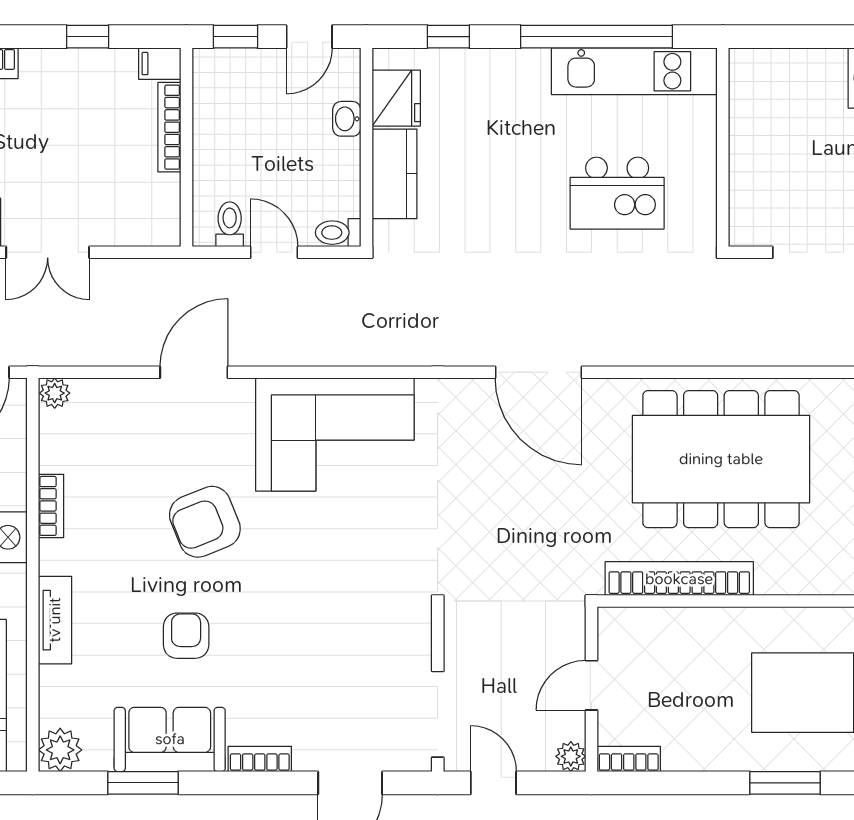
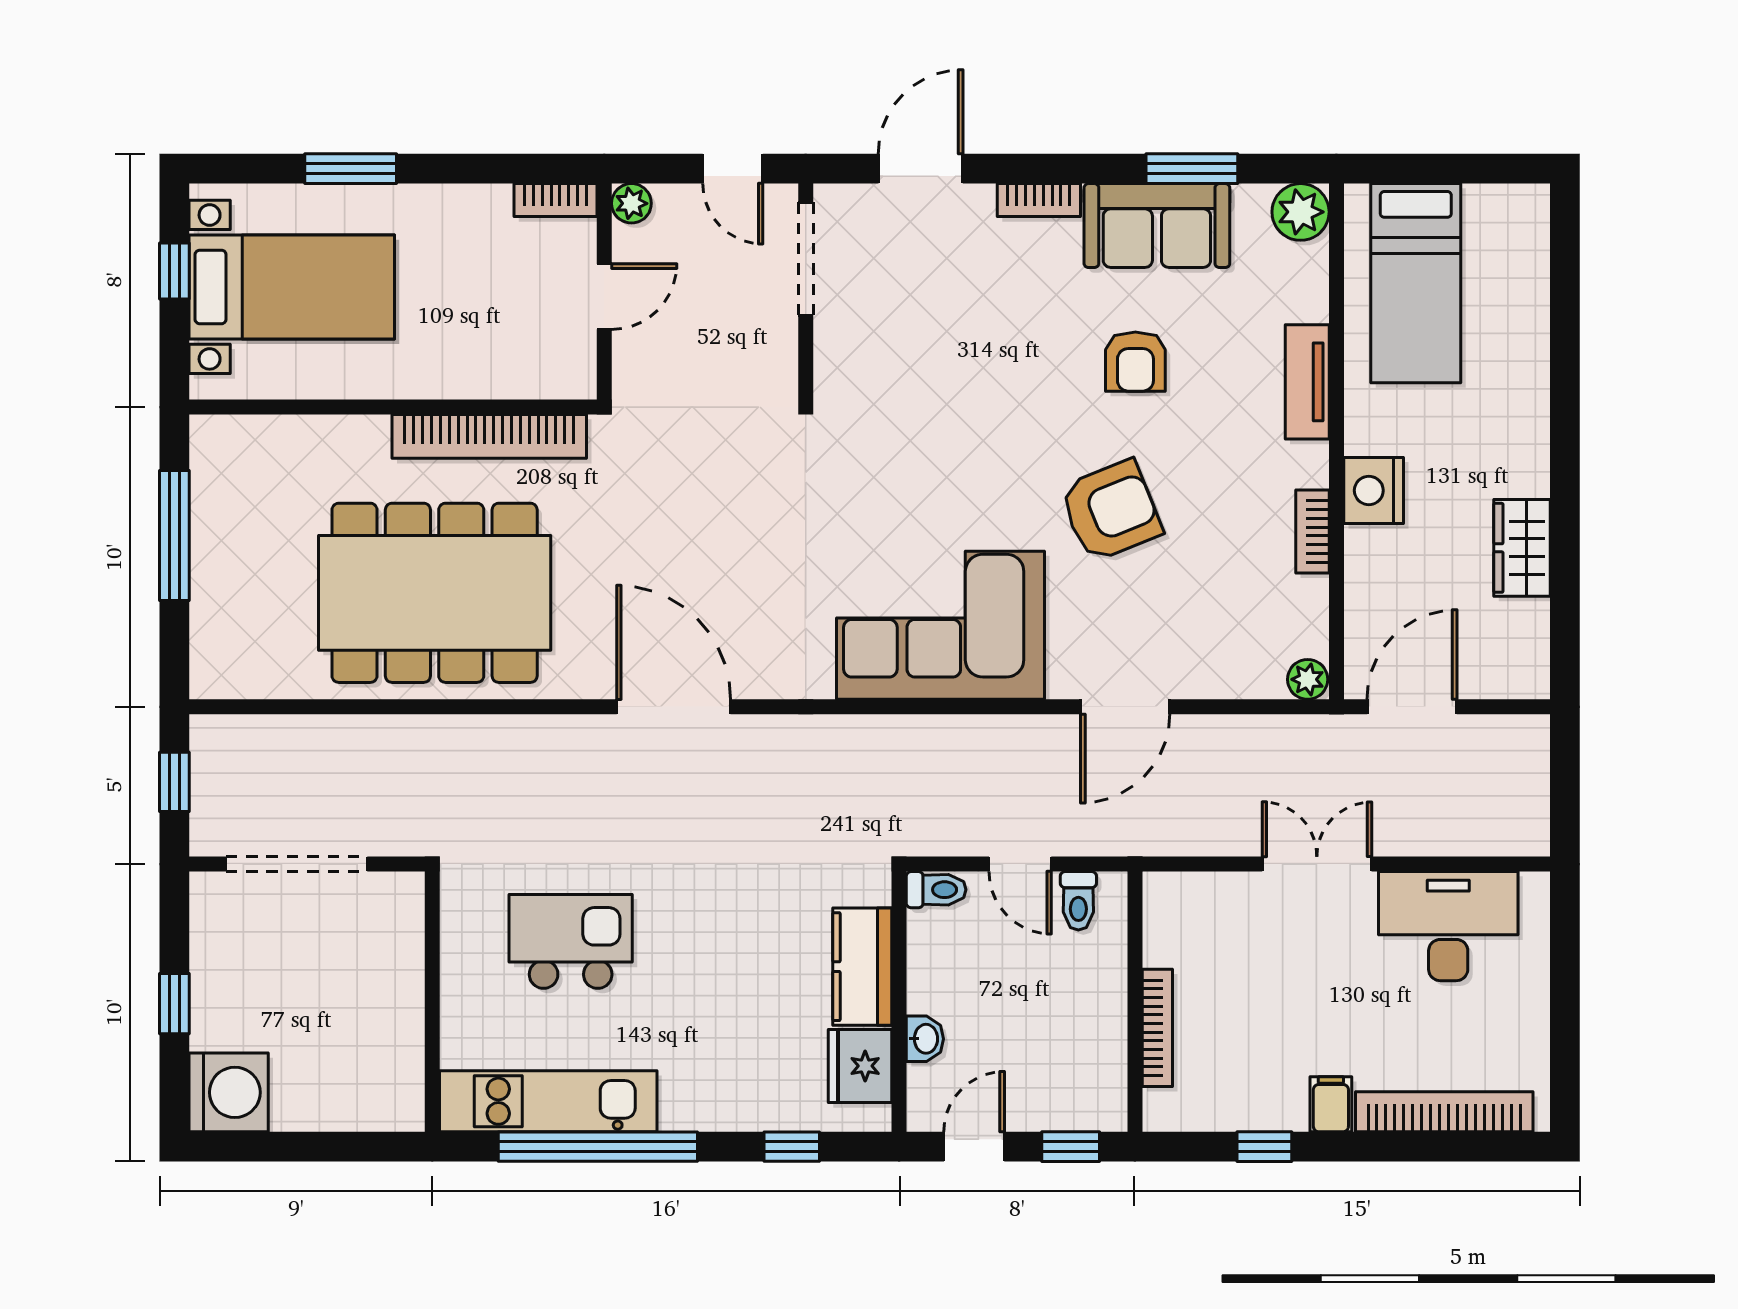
filing cabinet: (160, 64) -> (1331, 1104), moved, turned -90

